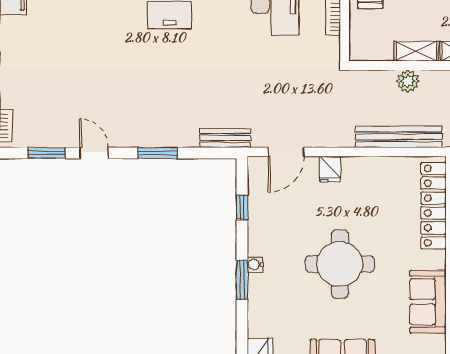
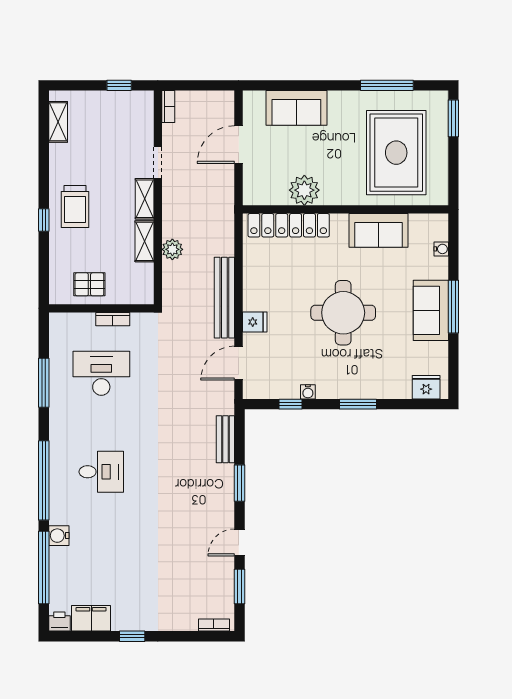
bench: (399, 137) -> (224, 298), moved
bench: (225, 138) -> (225, 439), moved
door: (286, 152) -> (239, 363), swing flipped
water cooler: (255, 265) -> (308, 392), moved

